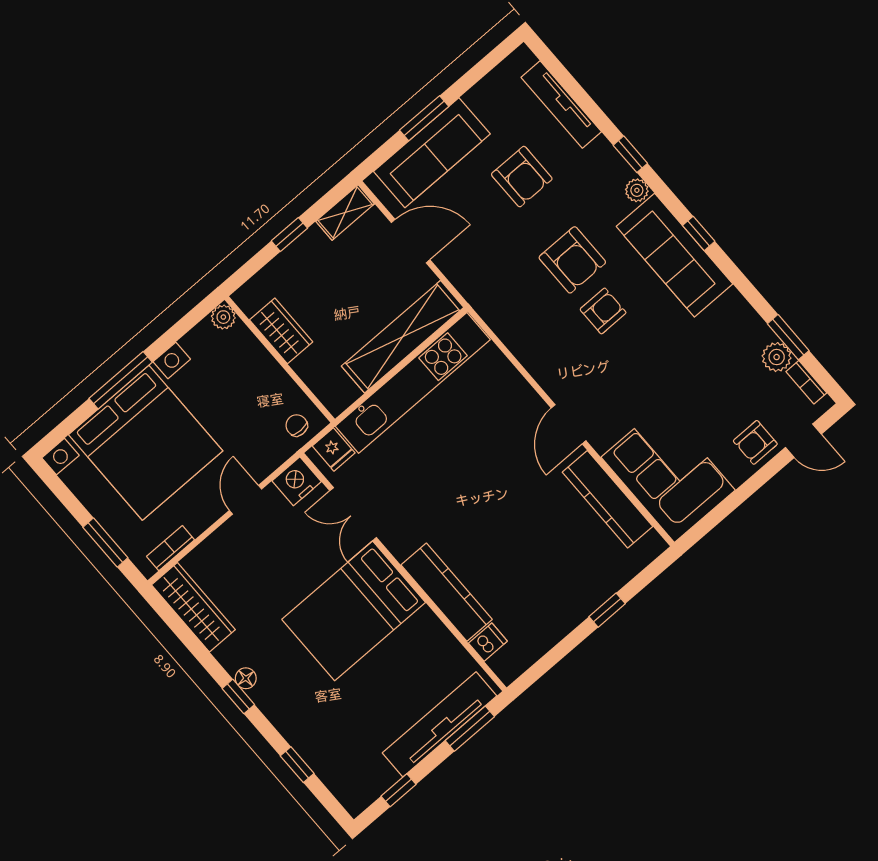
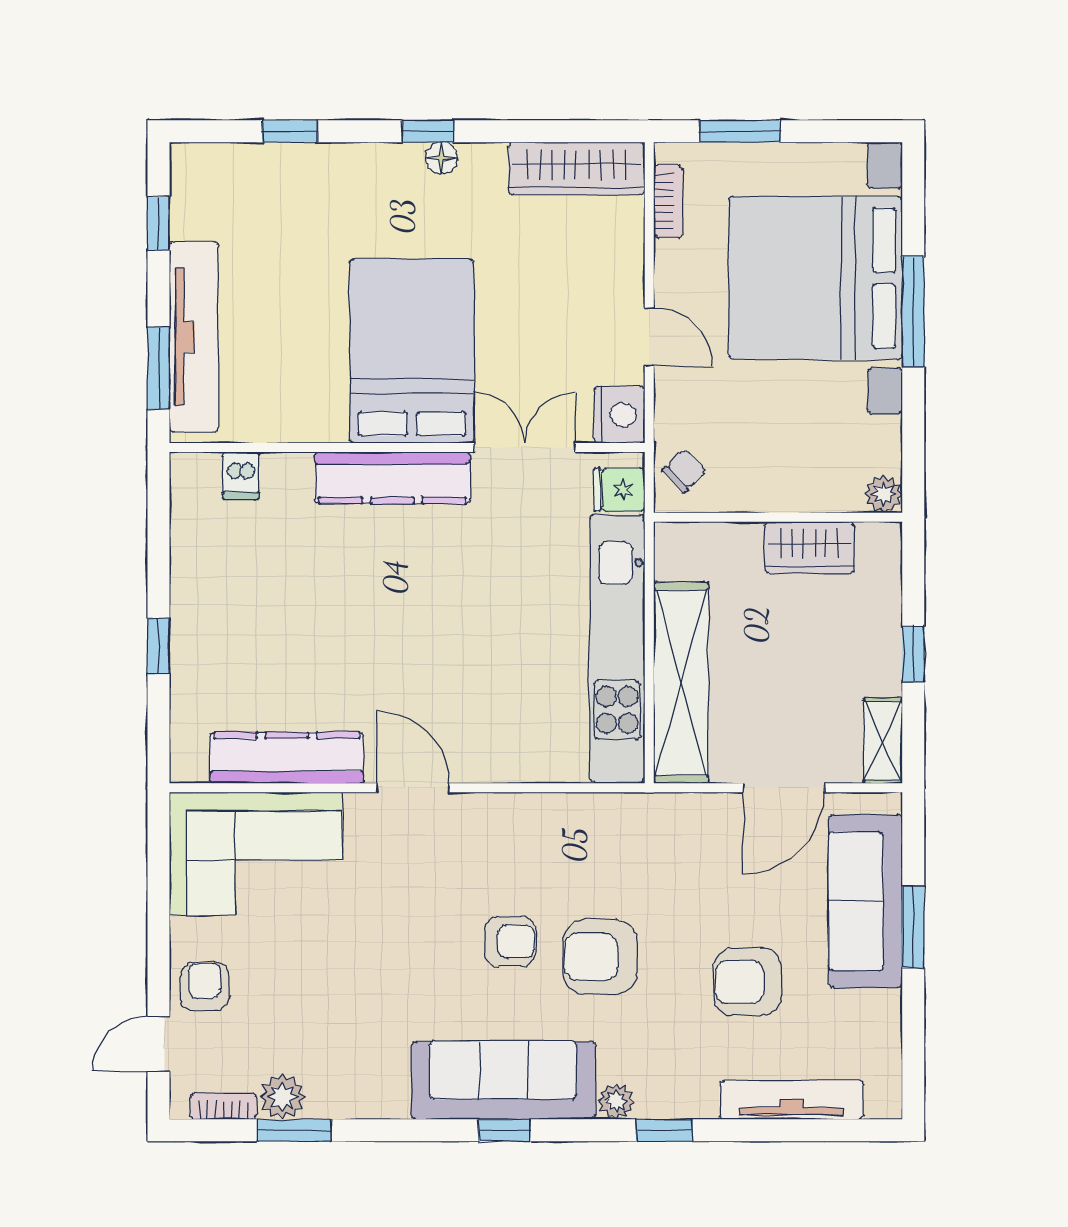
armchair: (603, 311) -> (510, 941), turned -90
chair: (297, 425) -> (684, 471), turned -44
kitchen counter: (447, 592) -> (392, 478), moved

